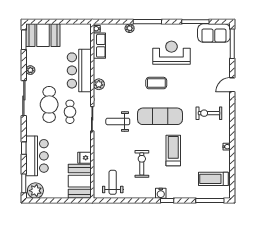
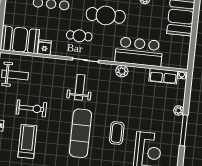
cafe table: (70, 112) -> (79, 36), moved
treadmill: (173, 150) -> (27, 141), moved, turned -90

